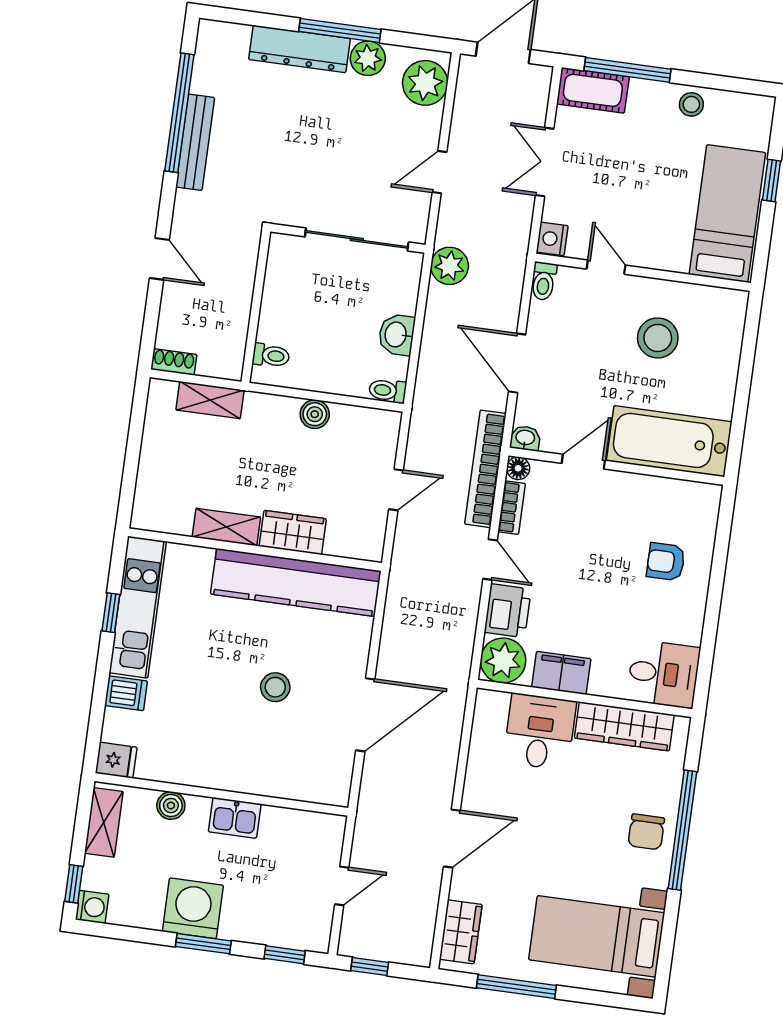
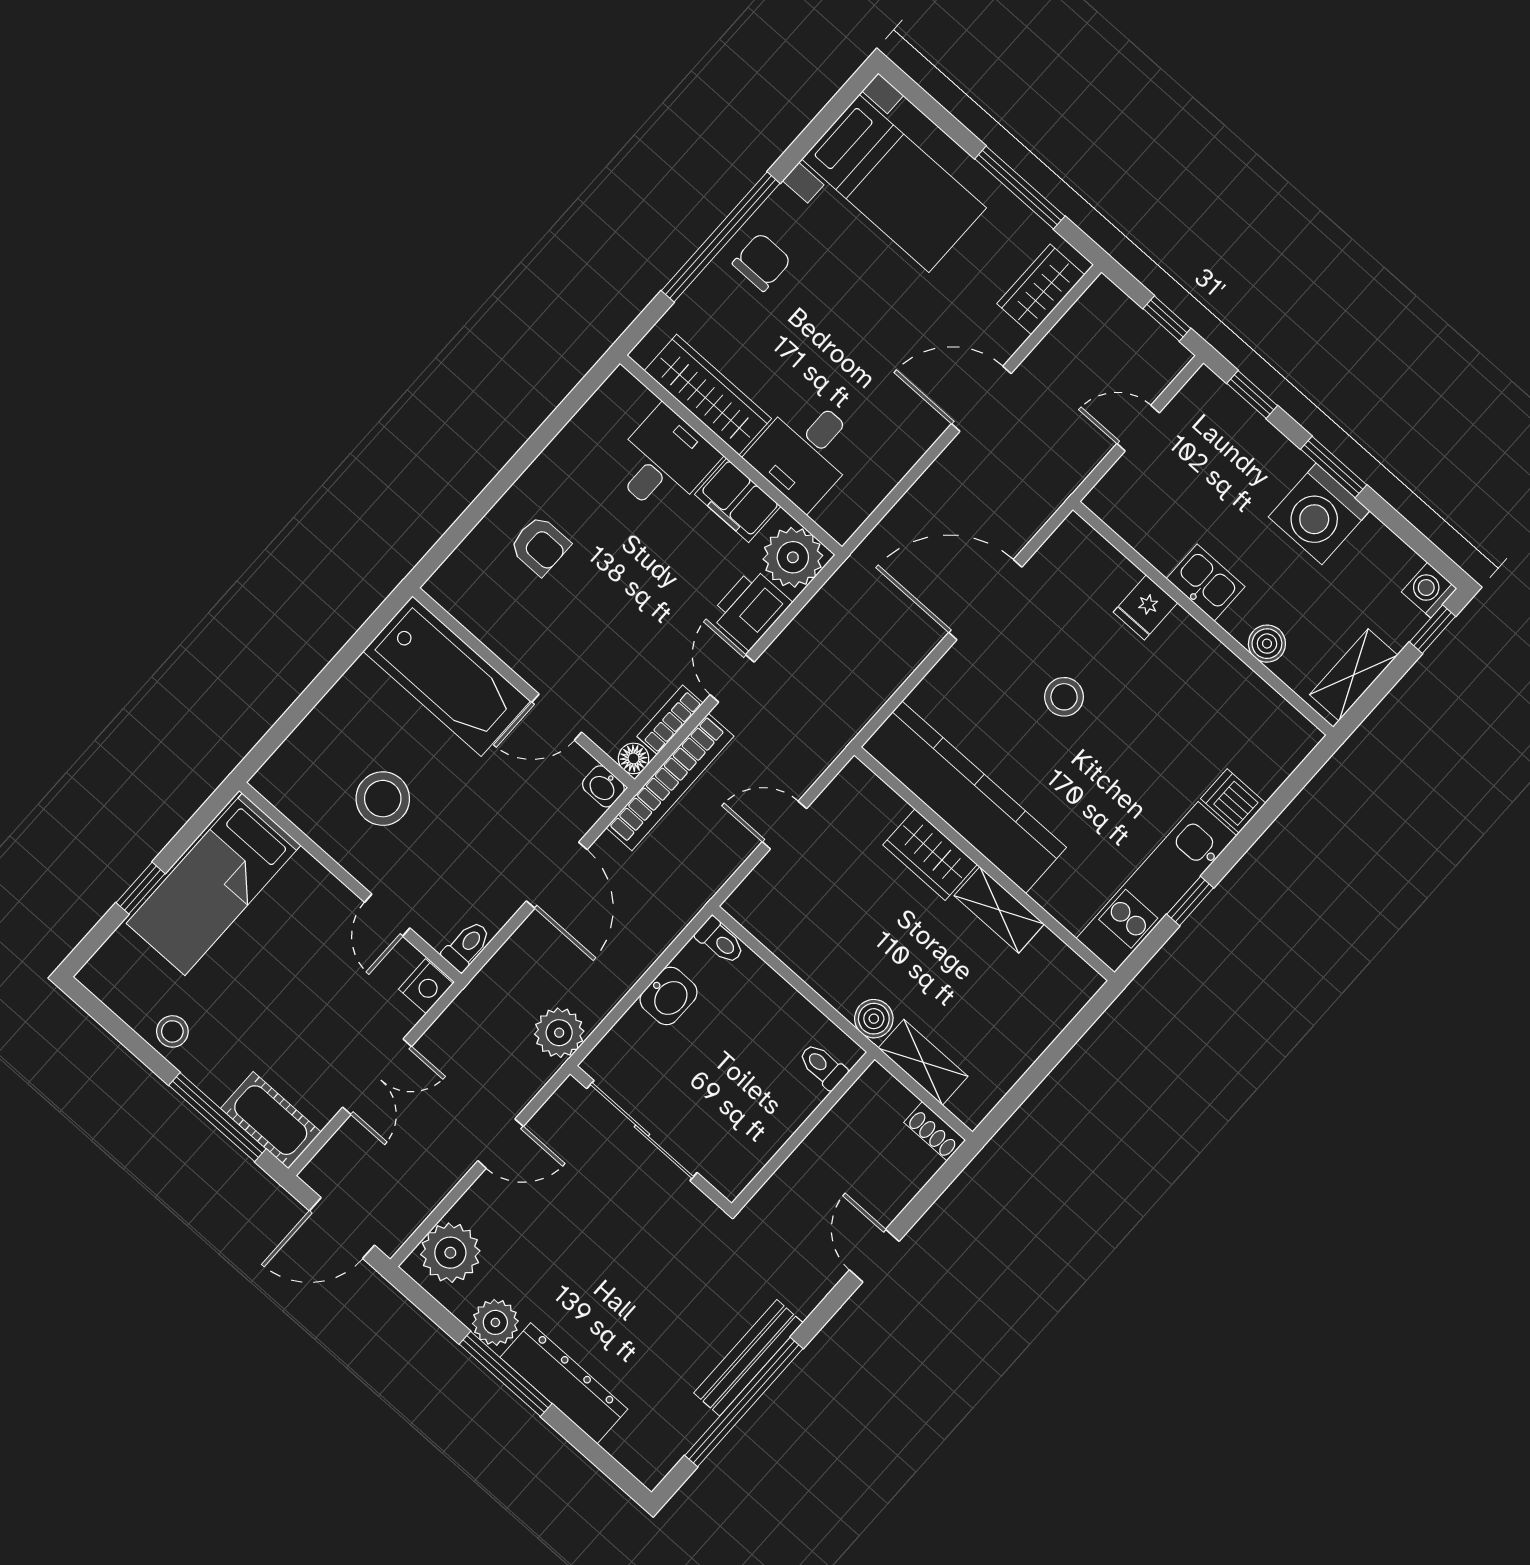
boiler: (315, 414) -> (874, 1019), moved
desk: (664, 674) -> (663, 462), moved, turned 90
fridge: (116, 760) -> (1145, 607), moved, turned -90

